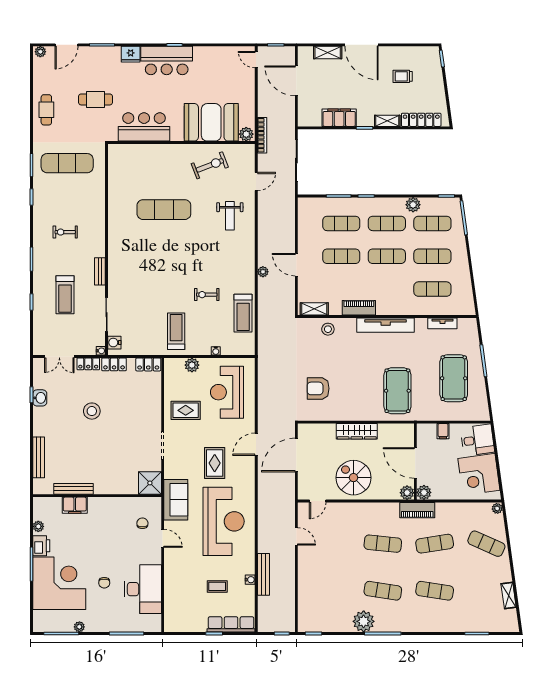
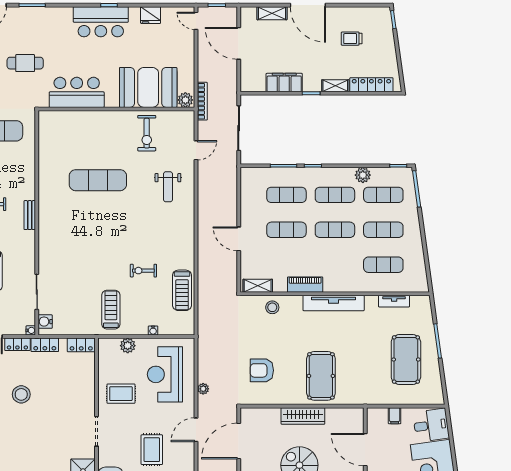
fridge: (131, 54) -> (151, 15), moved
exercise bike: (210, 165) -> (147, 133), turned 111
bench: (100, 271) -> (30, 215), moved
plant: (263, 272) -> (203, 389), moved
pool table: (397, 391) -> (321, 376), moved

